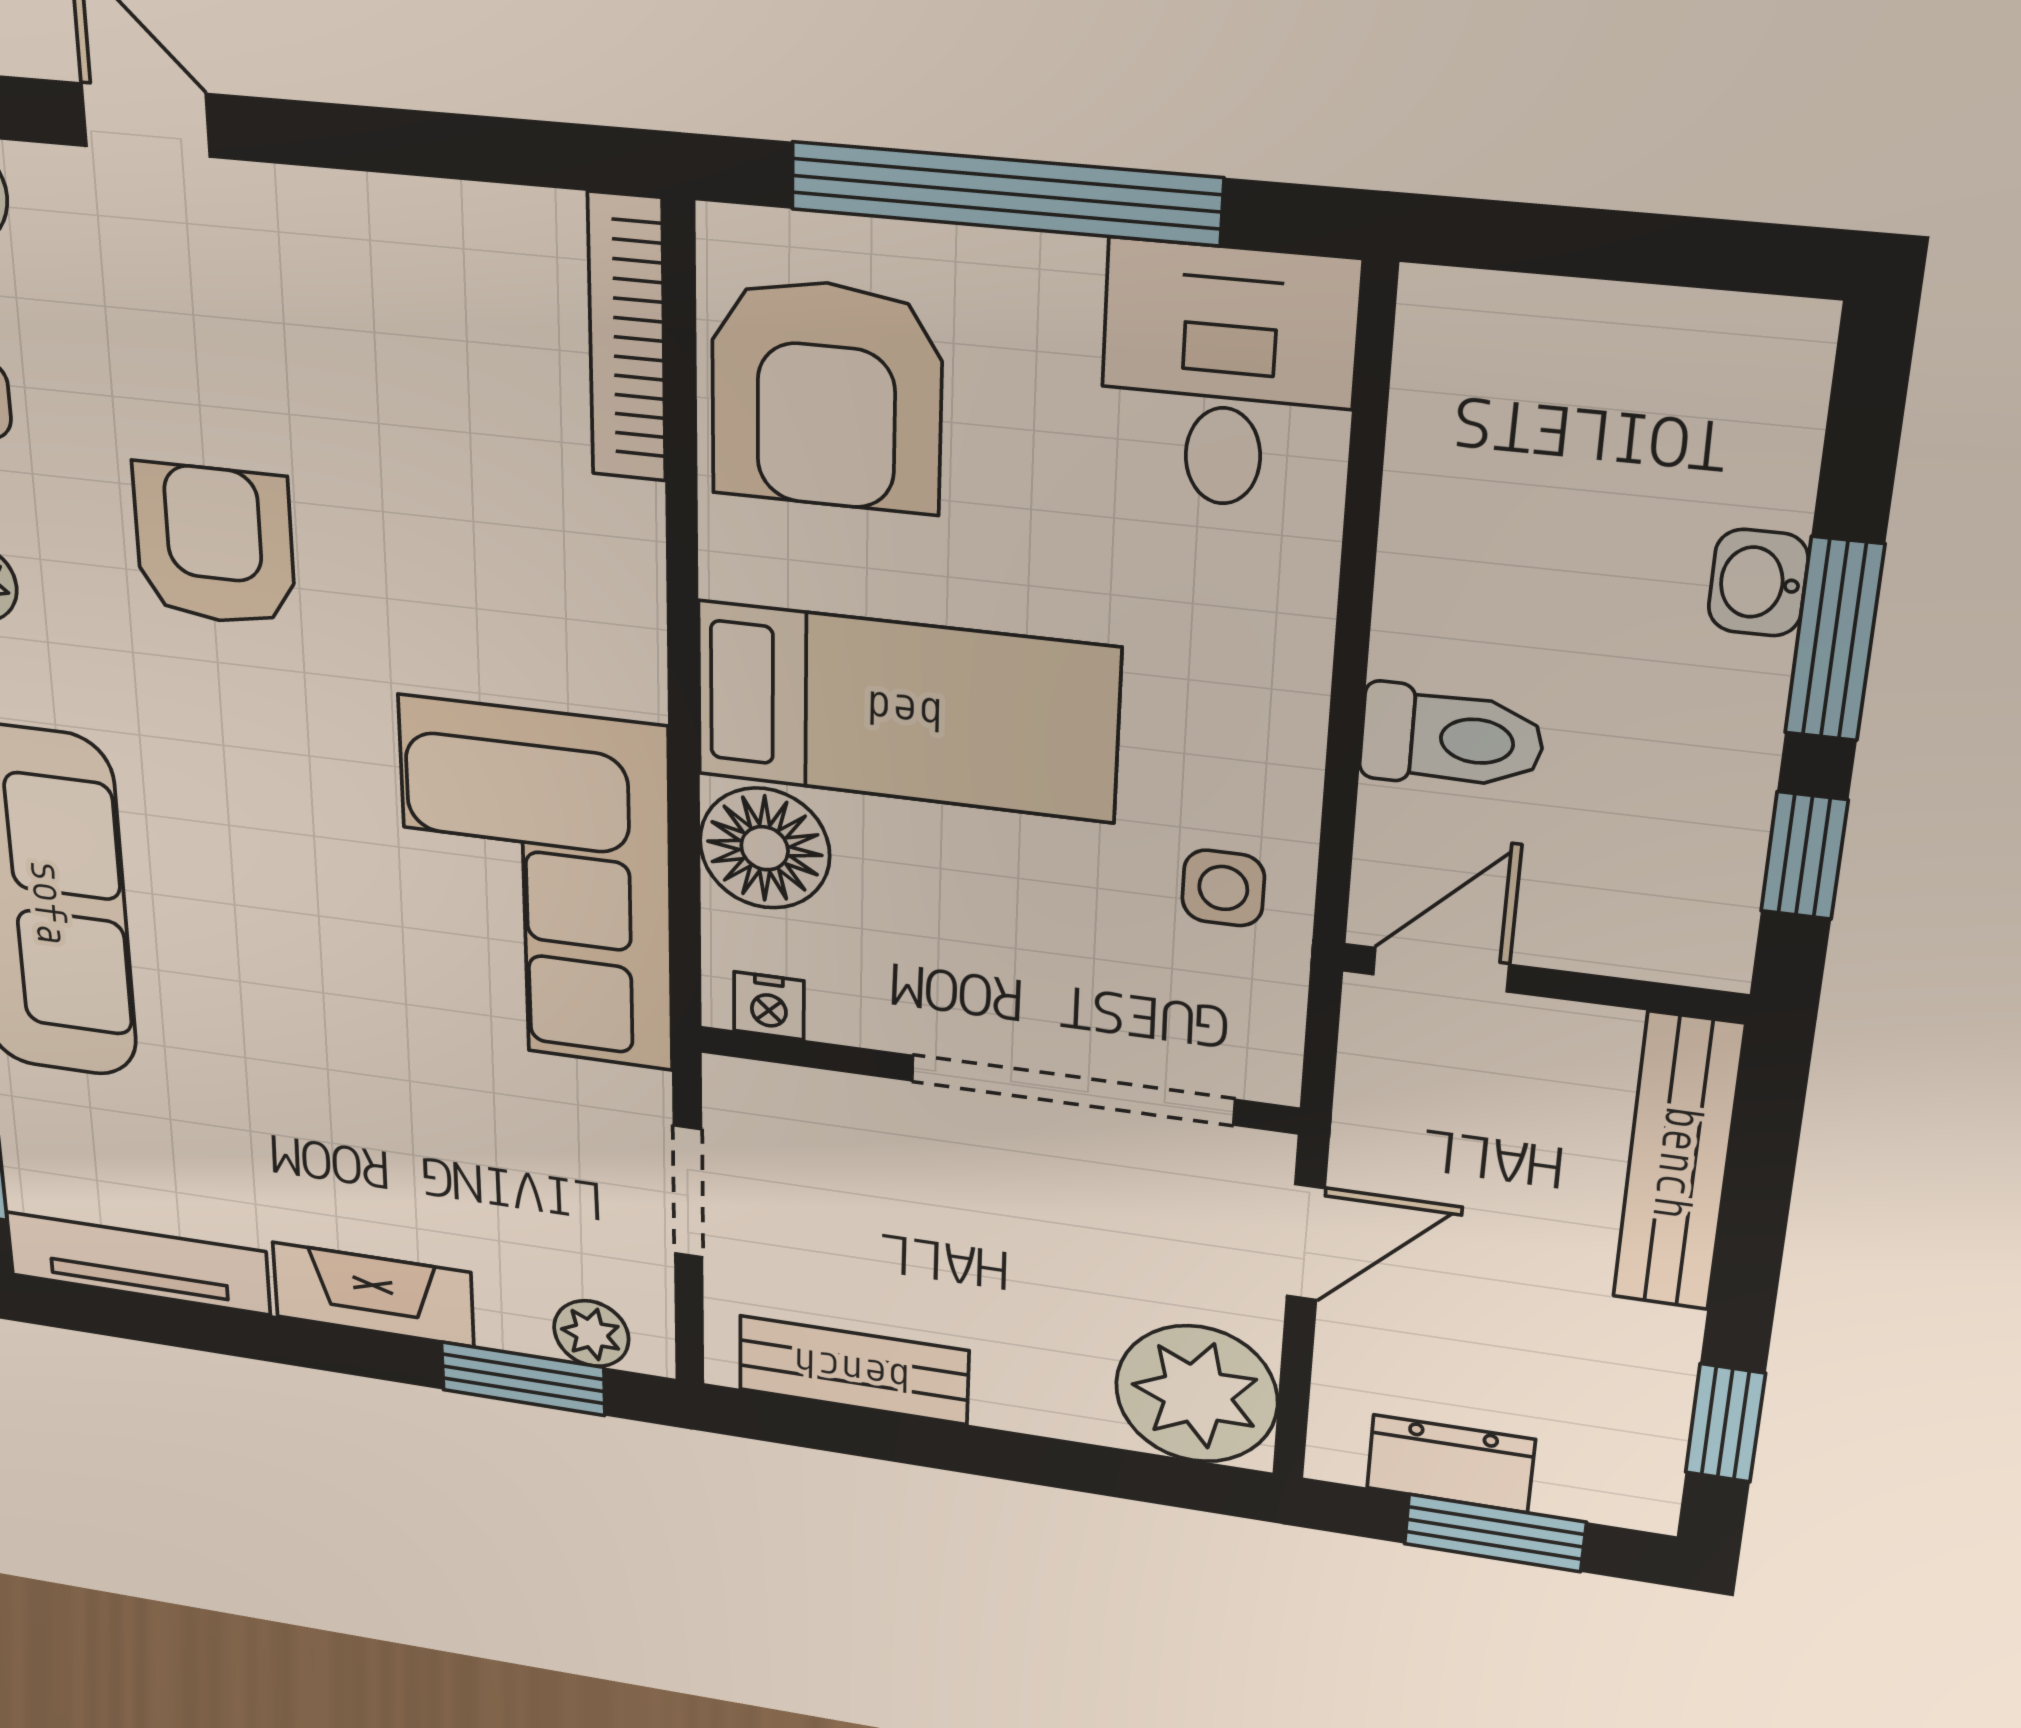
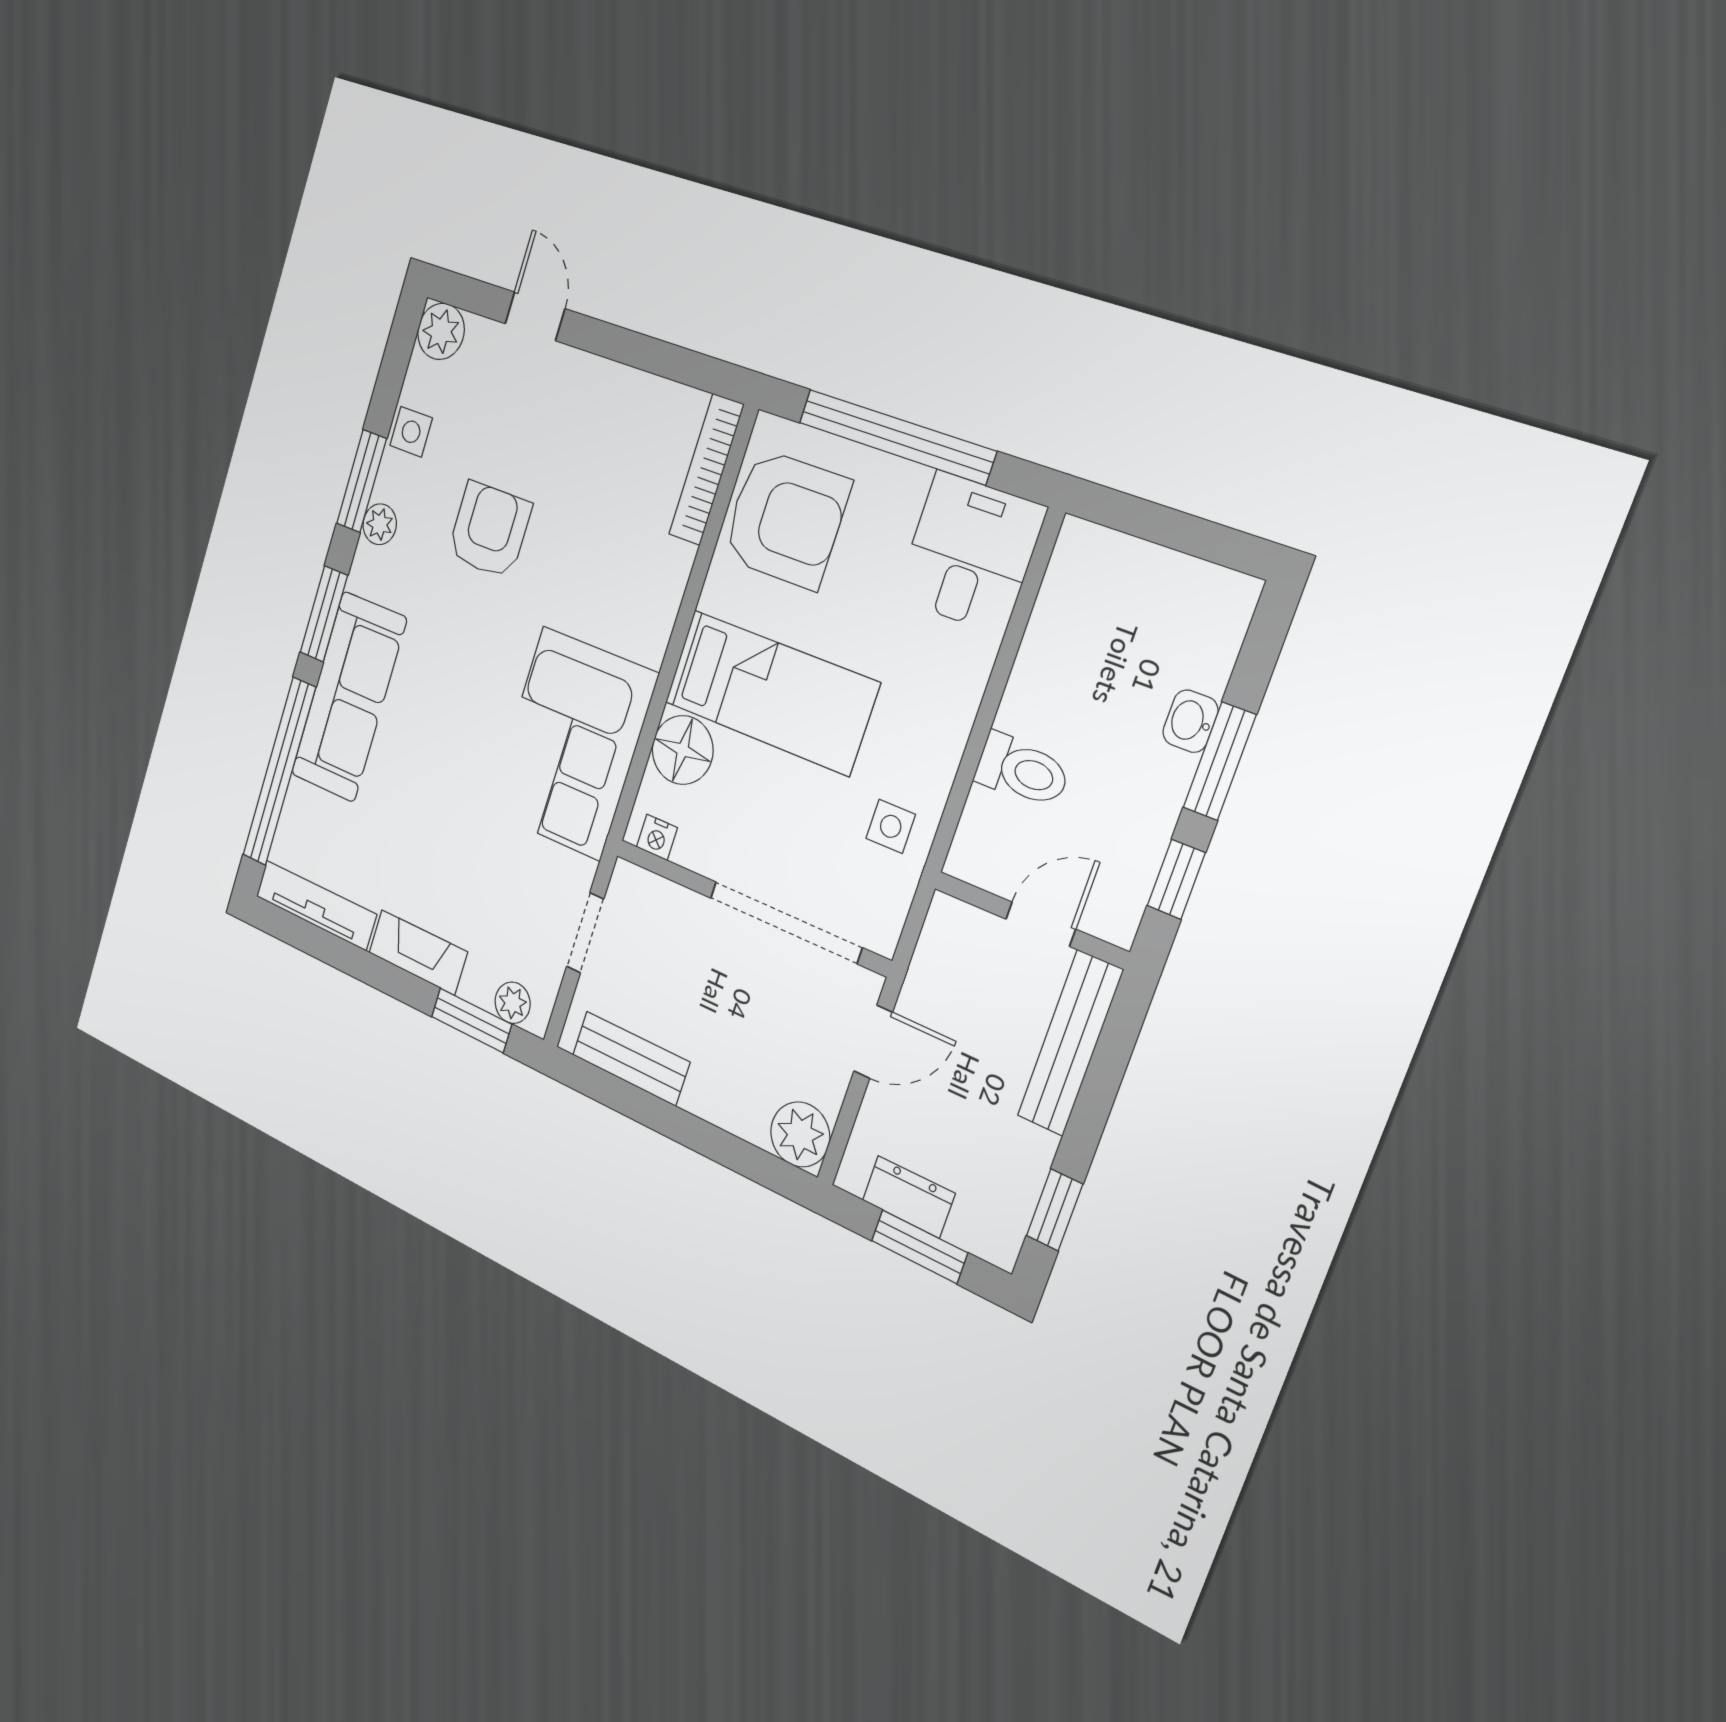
armchair: (826, 395) -> (786, 519), turned -90
door: (1441, 970) -> (1041, 924), moved
plant: (1197, 1394) -> (800, 1134), width x0.73, depth x0.73

